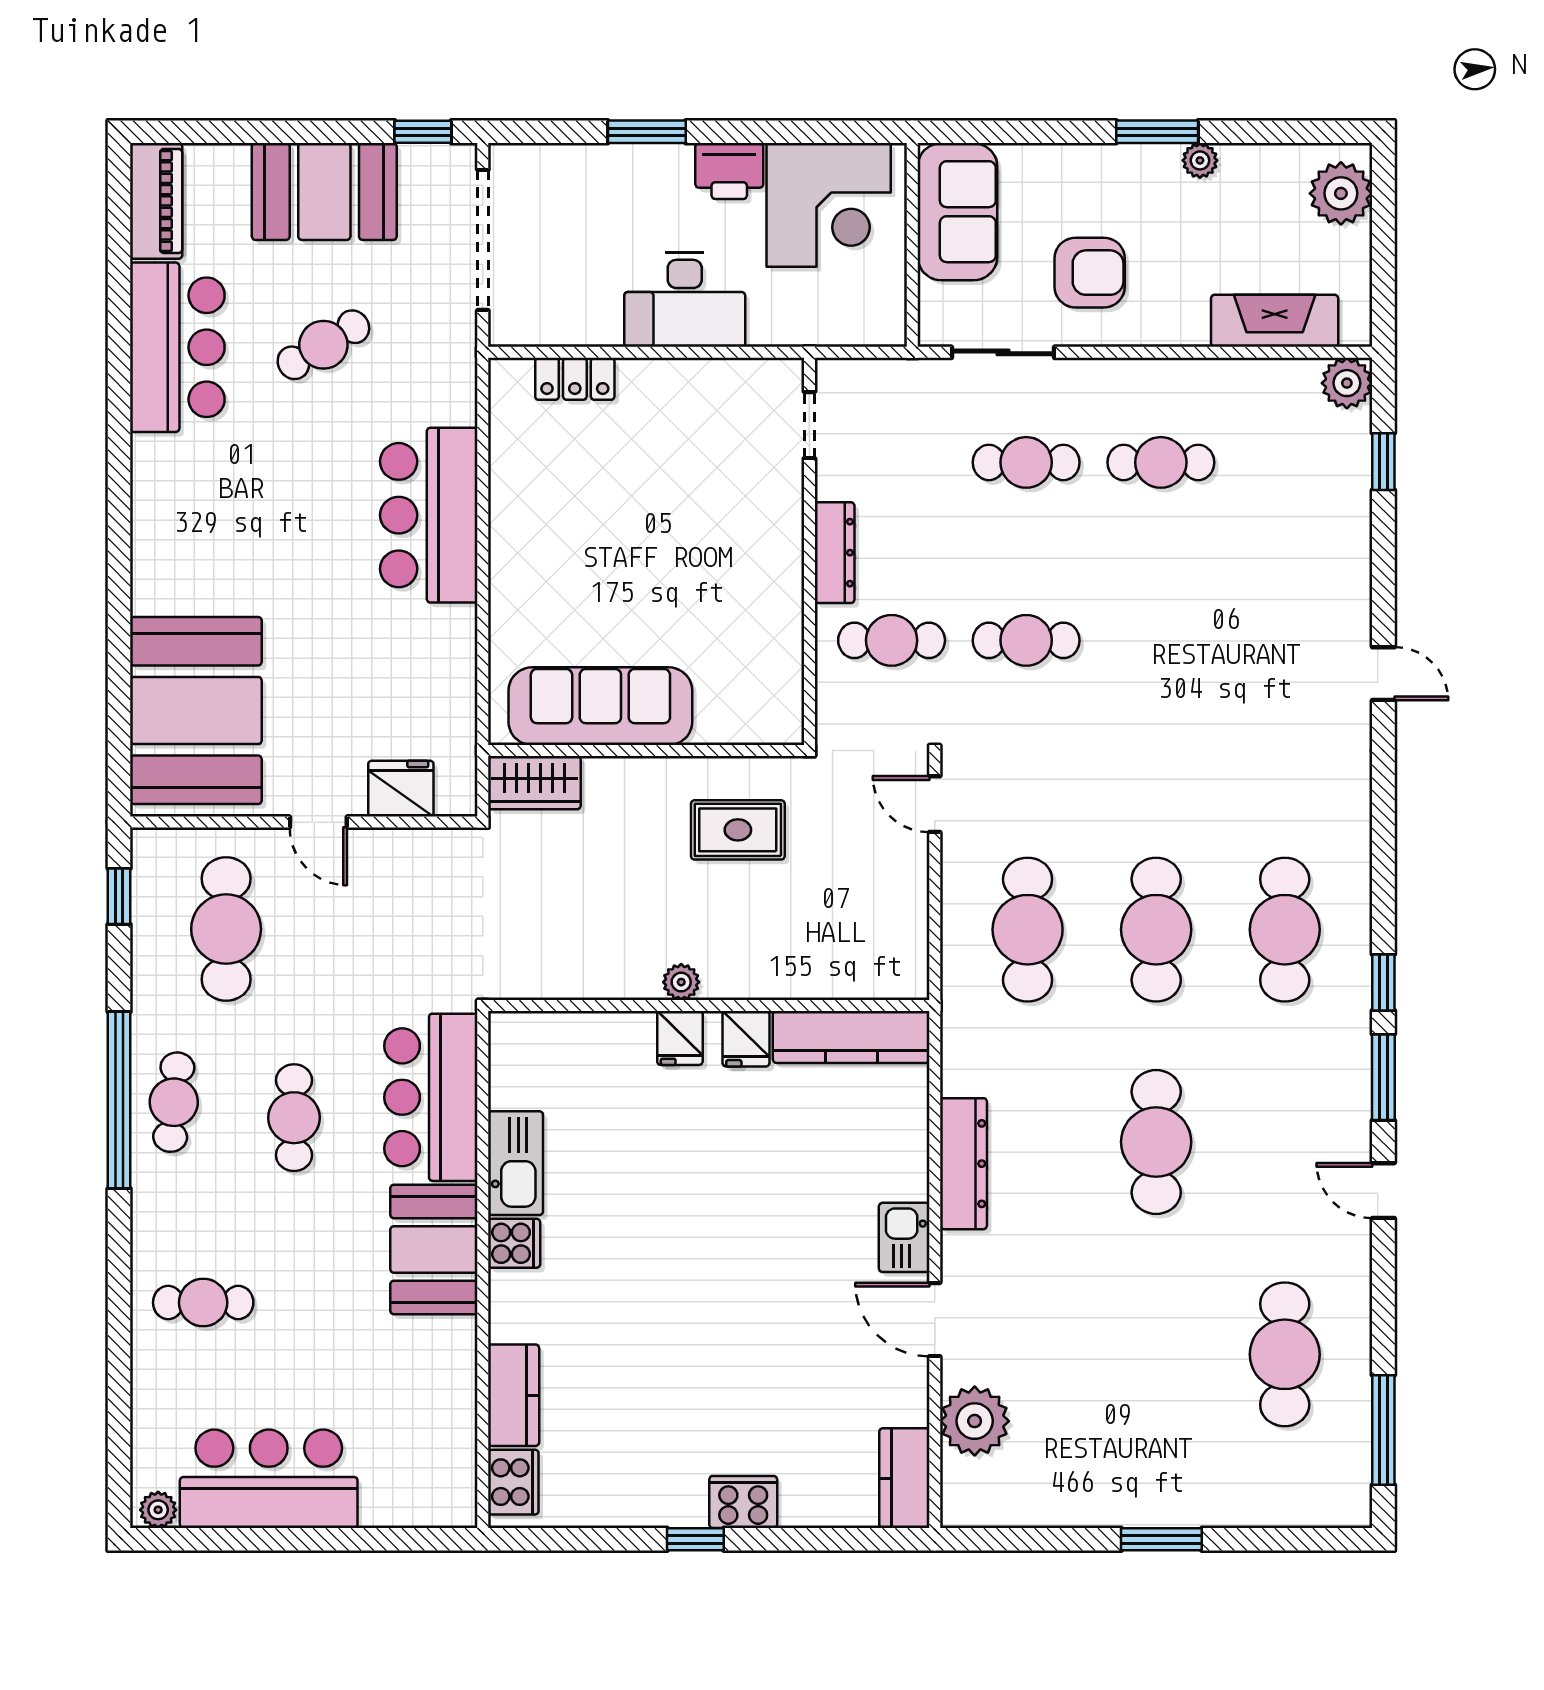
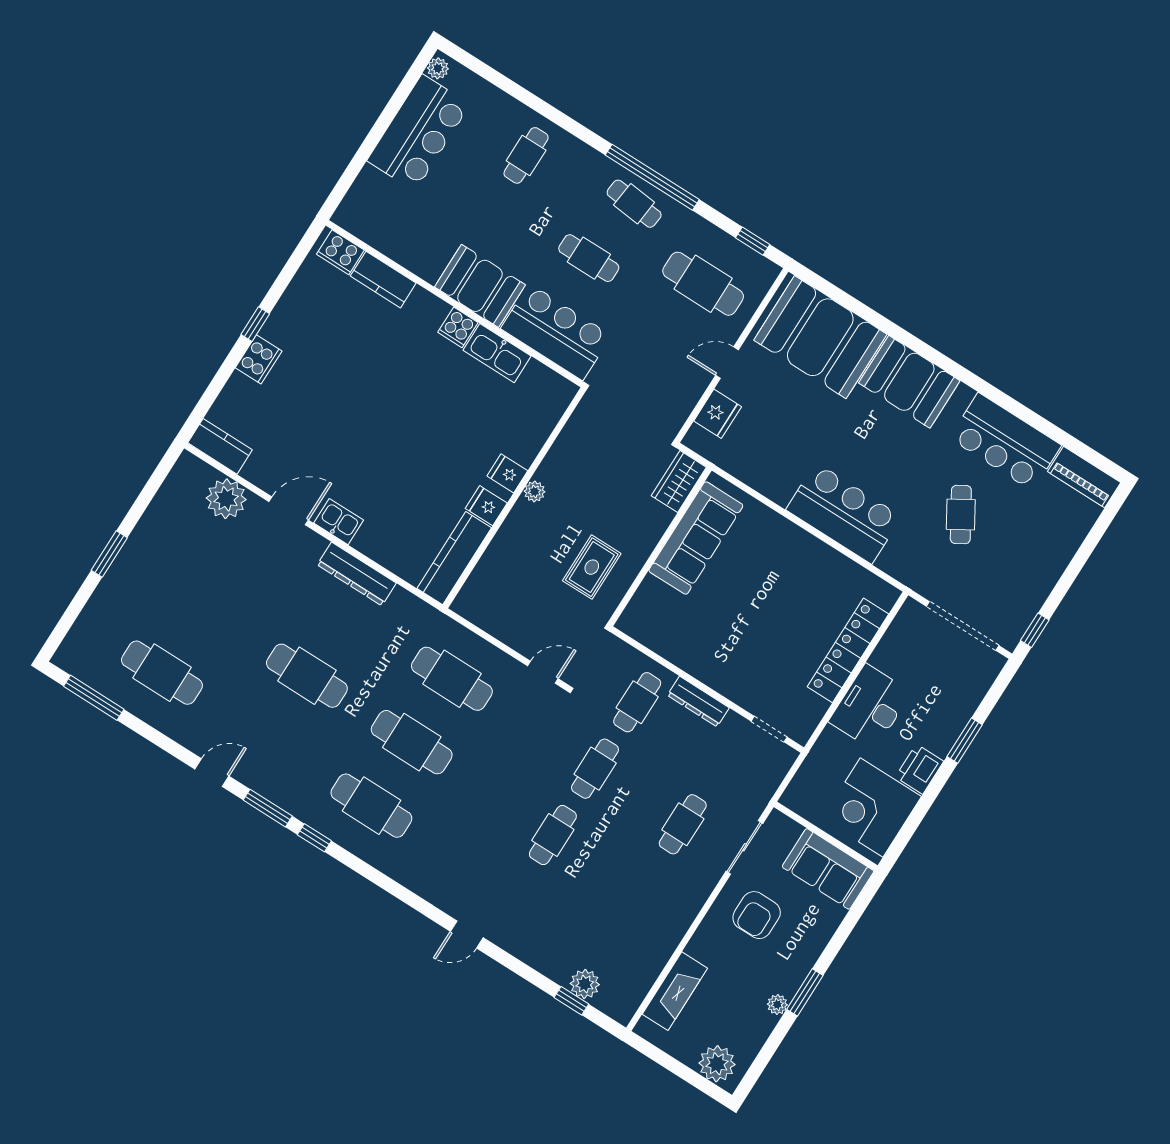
booth: (324, 191) -> (909, 382), moved, turned 90
locker: (575, 379) -> (848, 650), width x2.16, depth x1.21
plant: (1347, 383) -> (585, 984), moved
cafe table: (1161, 462) -> (553, 835), moved

